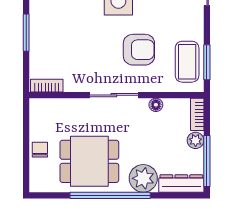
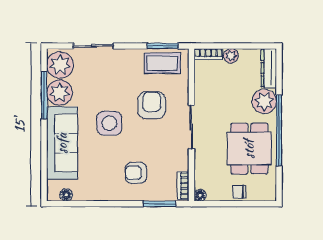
armchair: (62, 32) -> (136, 173), added
window: (26, 33) -> (159, 204), moved
floor lamp: (156, 105) -> (200, 195), moved
window: (207, 161) -> (249, 46), removed

